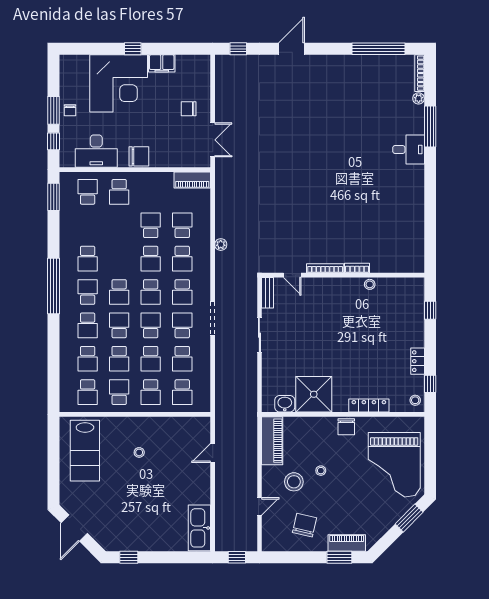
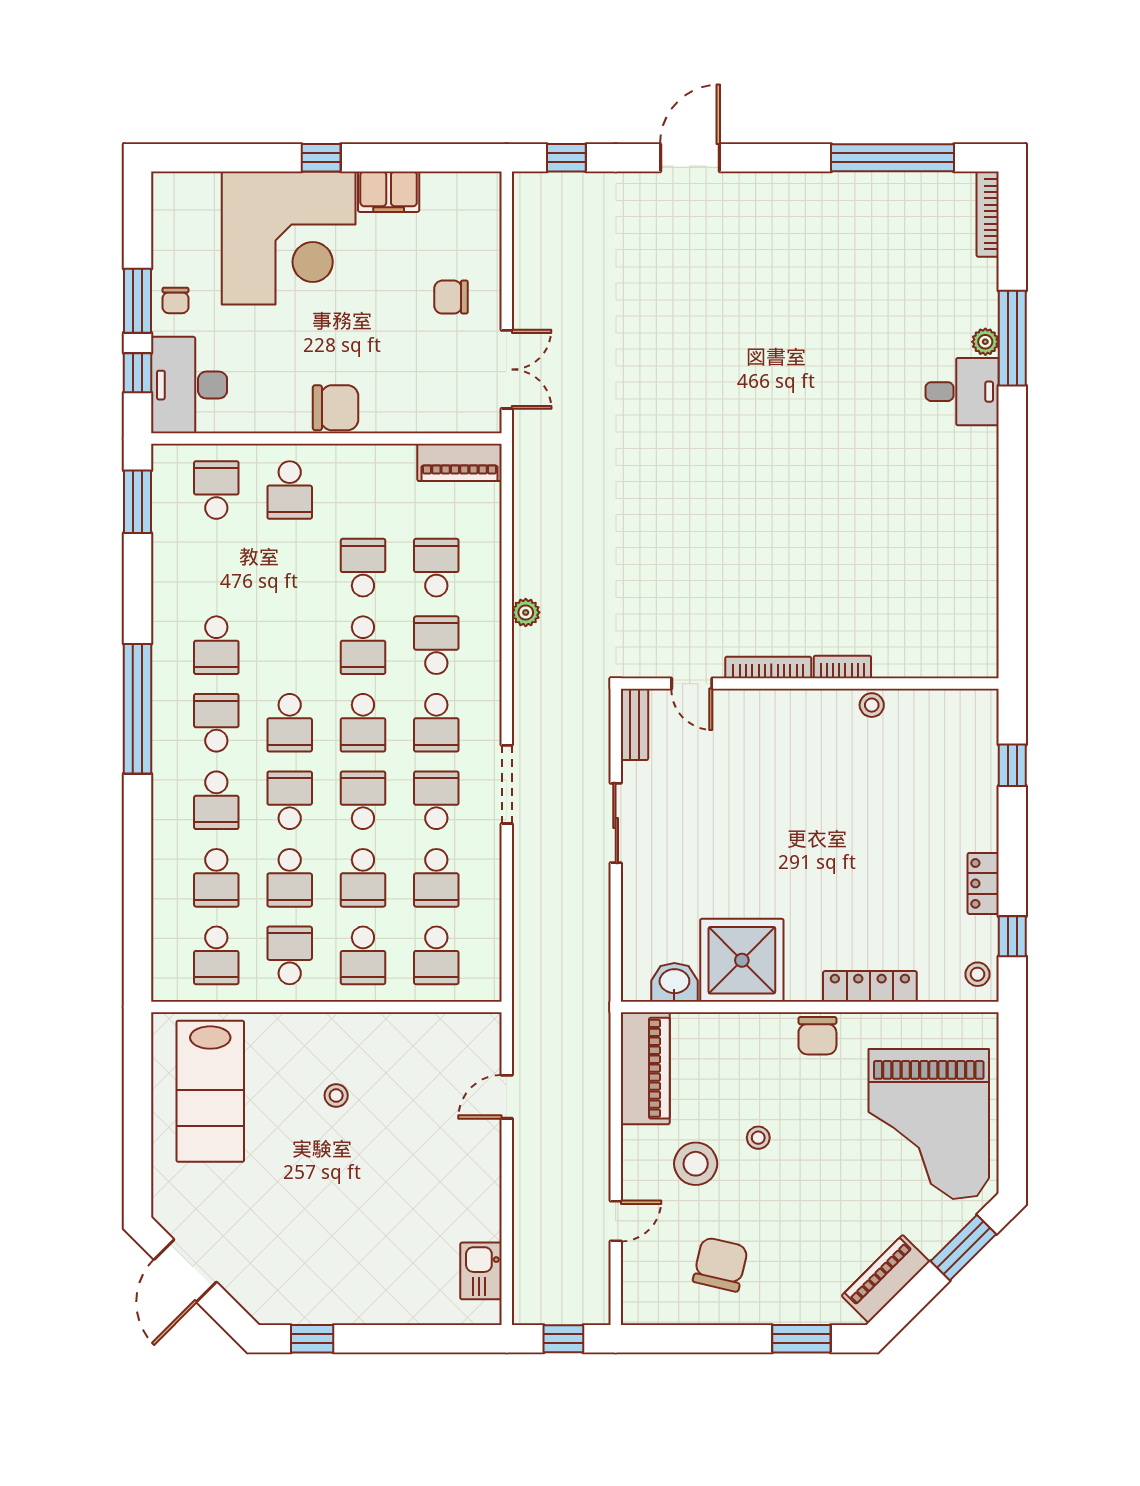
plant: (419, 98) -> (985, 342), moved
desk: (96, 151) -> (189, 385), moved, turned 90
school desk: (182, 259) -> (436, 645), turned 180
kitchen sink: (199, 528) -> (481, 1271), width x0.53, depth x0.81
piano: (347, 543) -> (886, 1279), moved, turned -45

